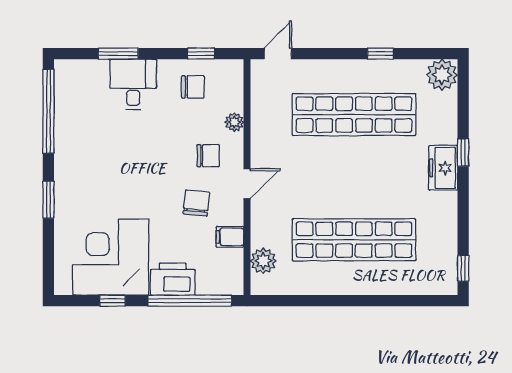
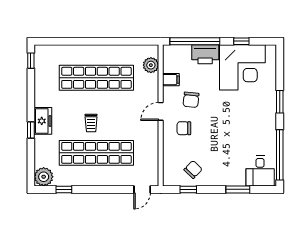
window: (380, 54) -> (64, 189), moved
desk: (133, 84) -> (260, 171), moved
chair: (193, 87) -> (193, 169), turned 134
plant: (234, 122) -> (168, 148), removed
trolley: (363, 164) -> (91, 123), added

